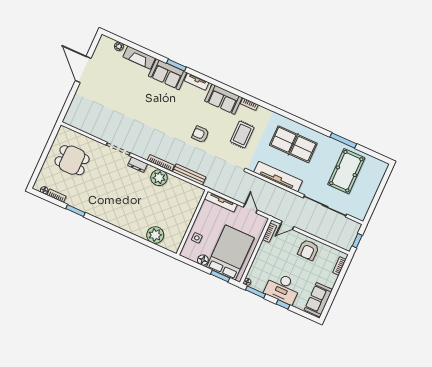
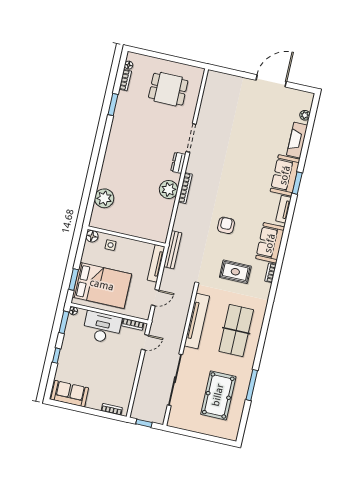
dining table: (72, 160) -> (168, 89), turned 90
pool table: (346, 171) -> (218, 395), turned 90
bench: (189, 175) -> (173, 250), moved
door: (287, 225) -> (145, 342), swing flipped
armchair: (308, 250) -> (122, 371), removed
floor lamp: (203, 260) -> (92, 236), moved
desk: (282, 288) -> (102, 327), moved, turned 90

